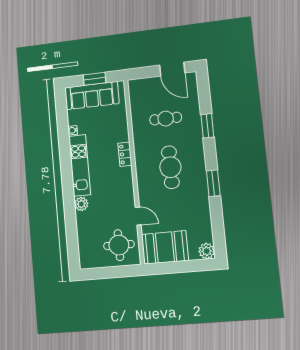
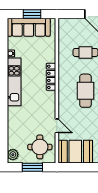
locker: (125, 154) -> (51, 77), width x1.53
plant: (81, 204) -> (13, 155), moved
window: (112, 272) -> (32, 167), added

